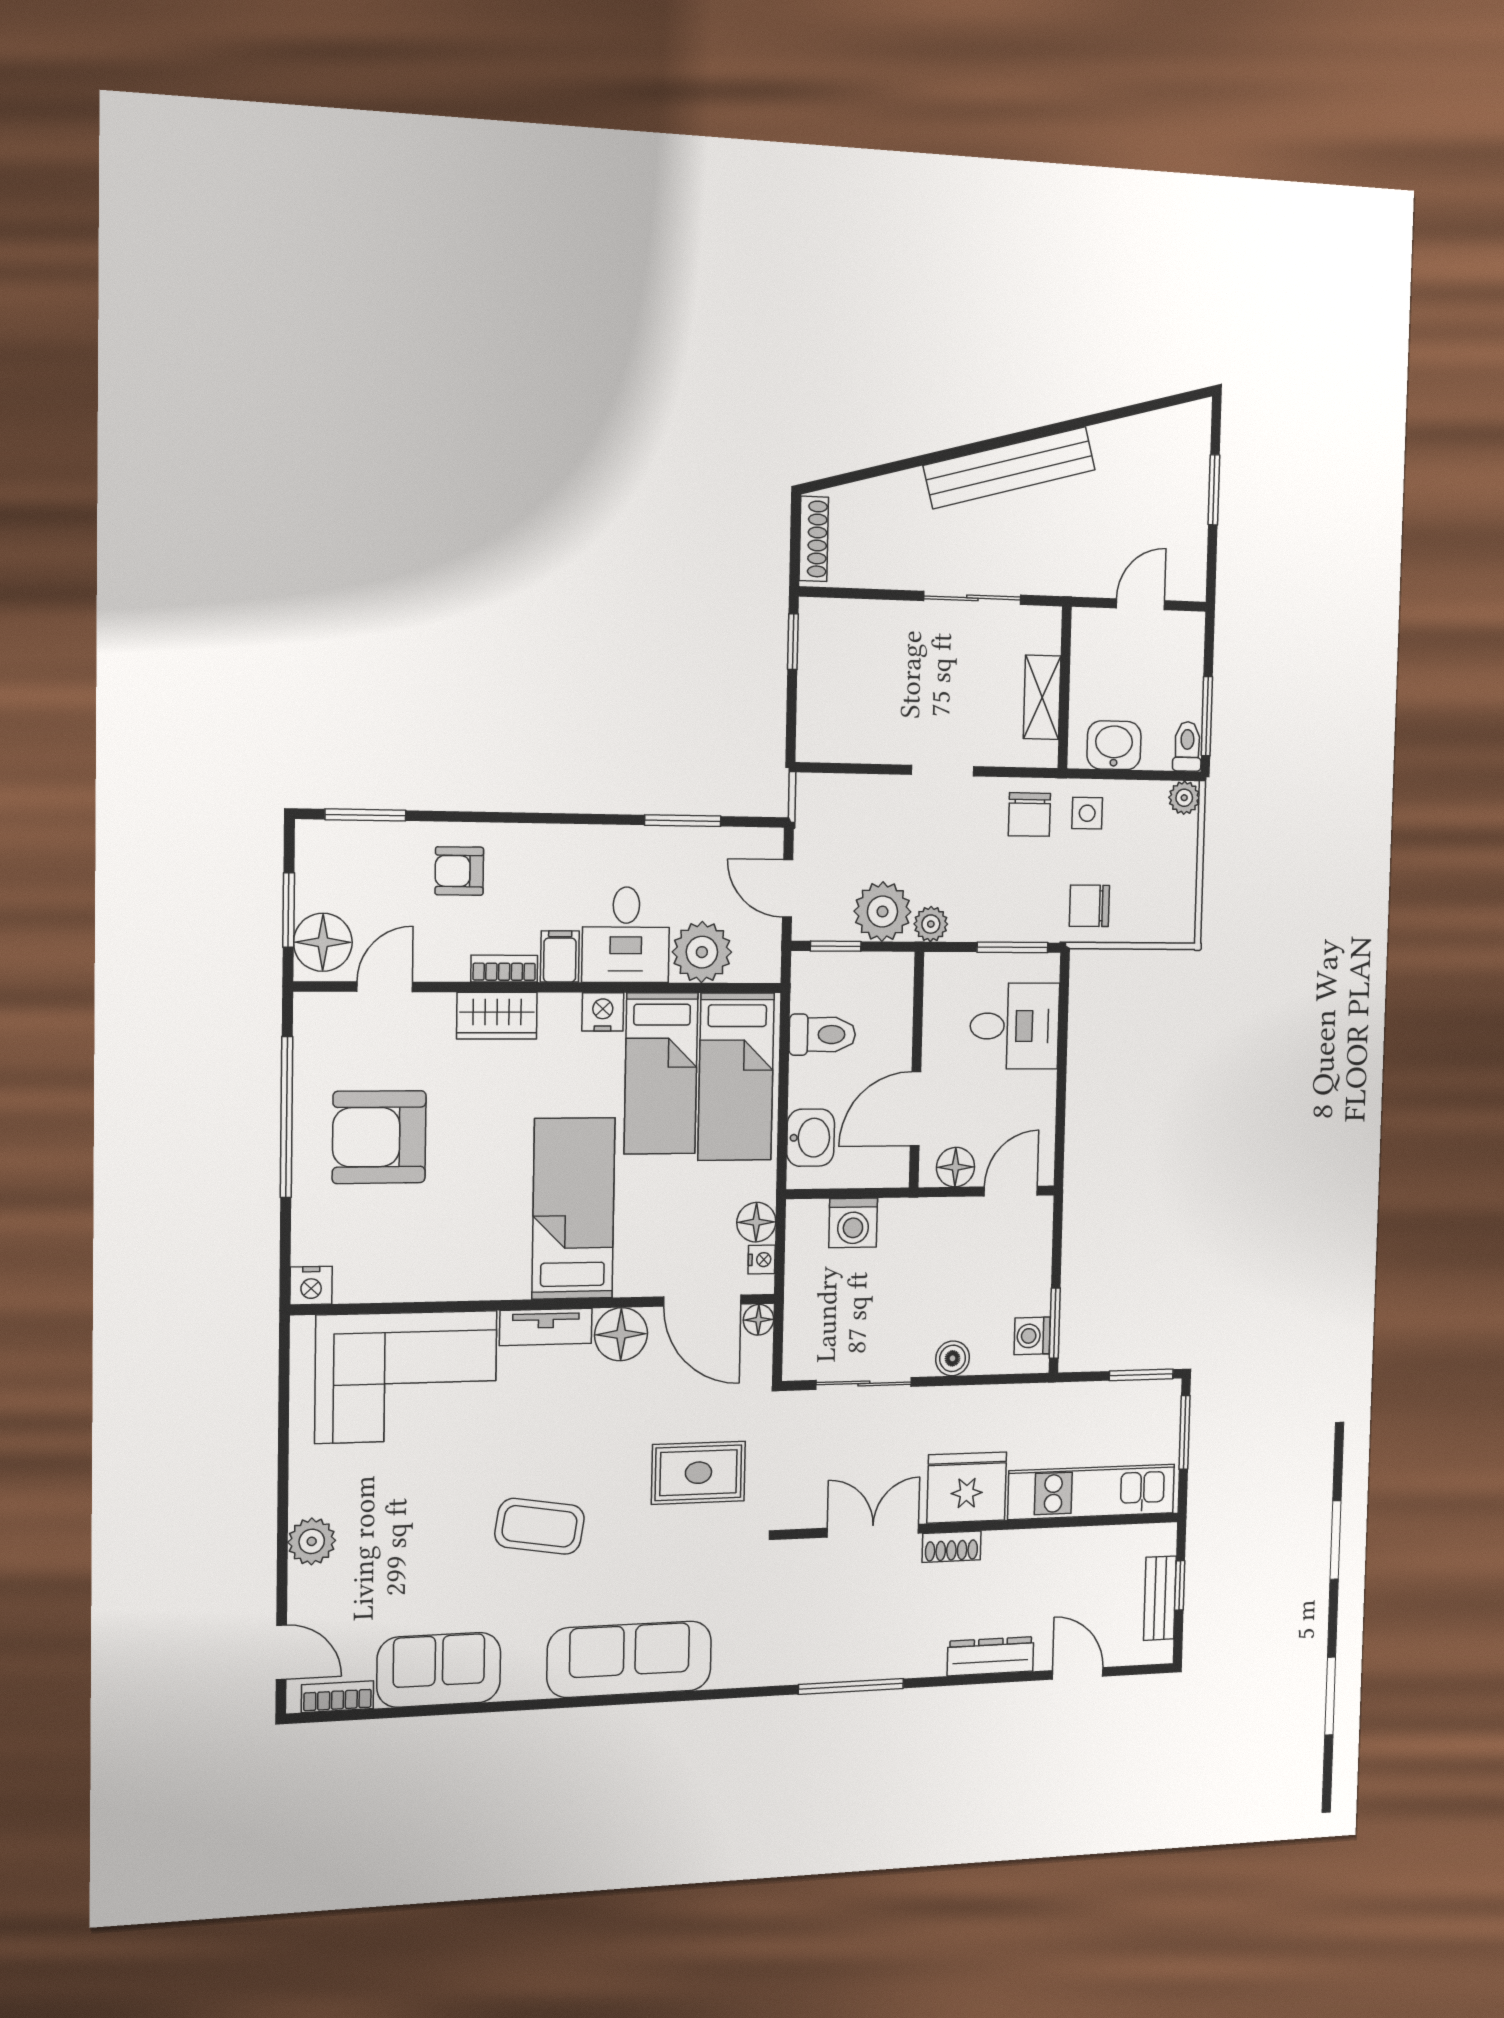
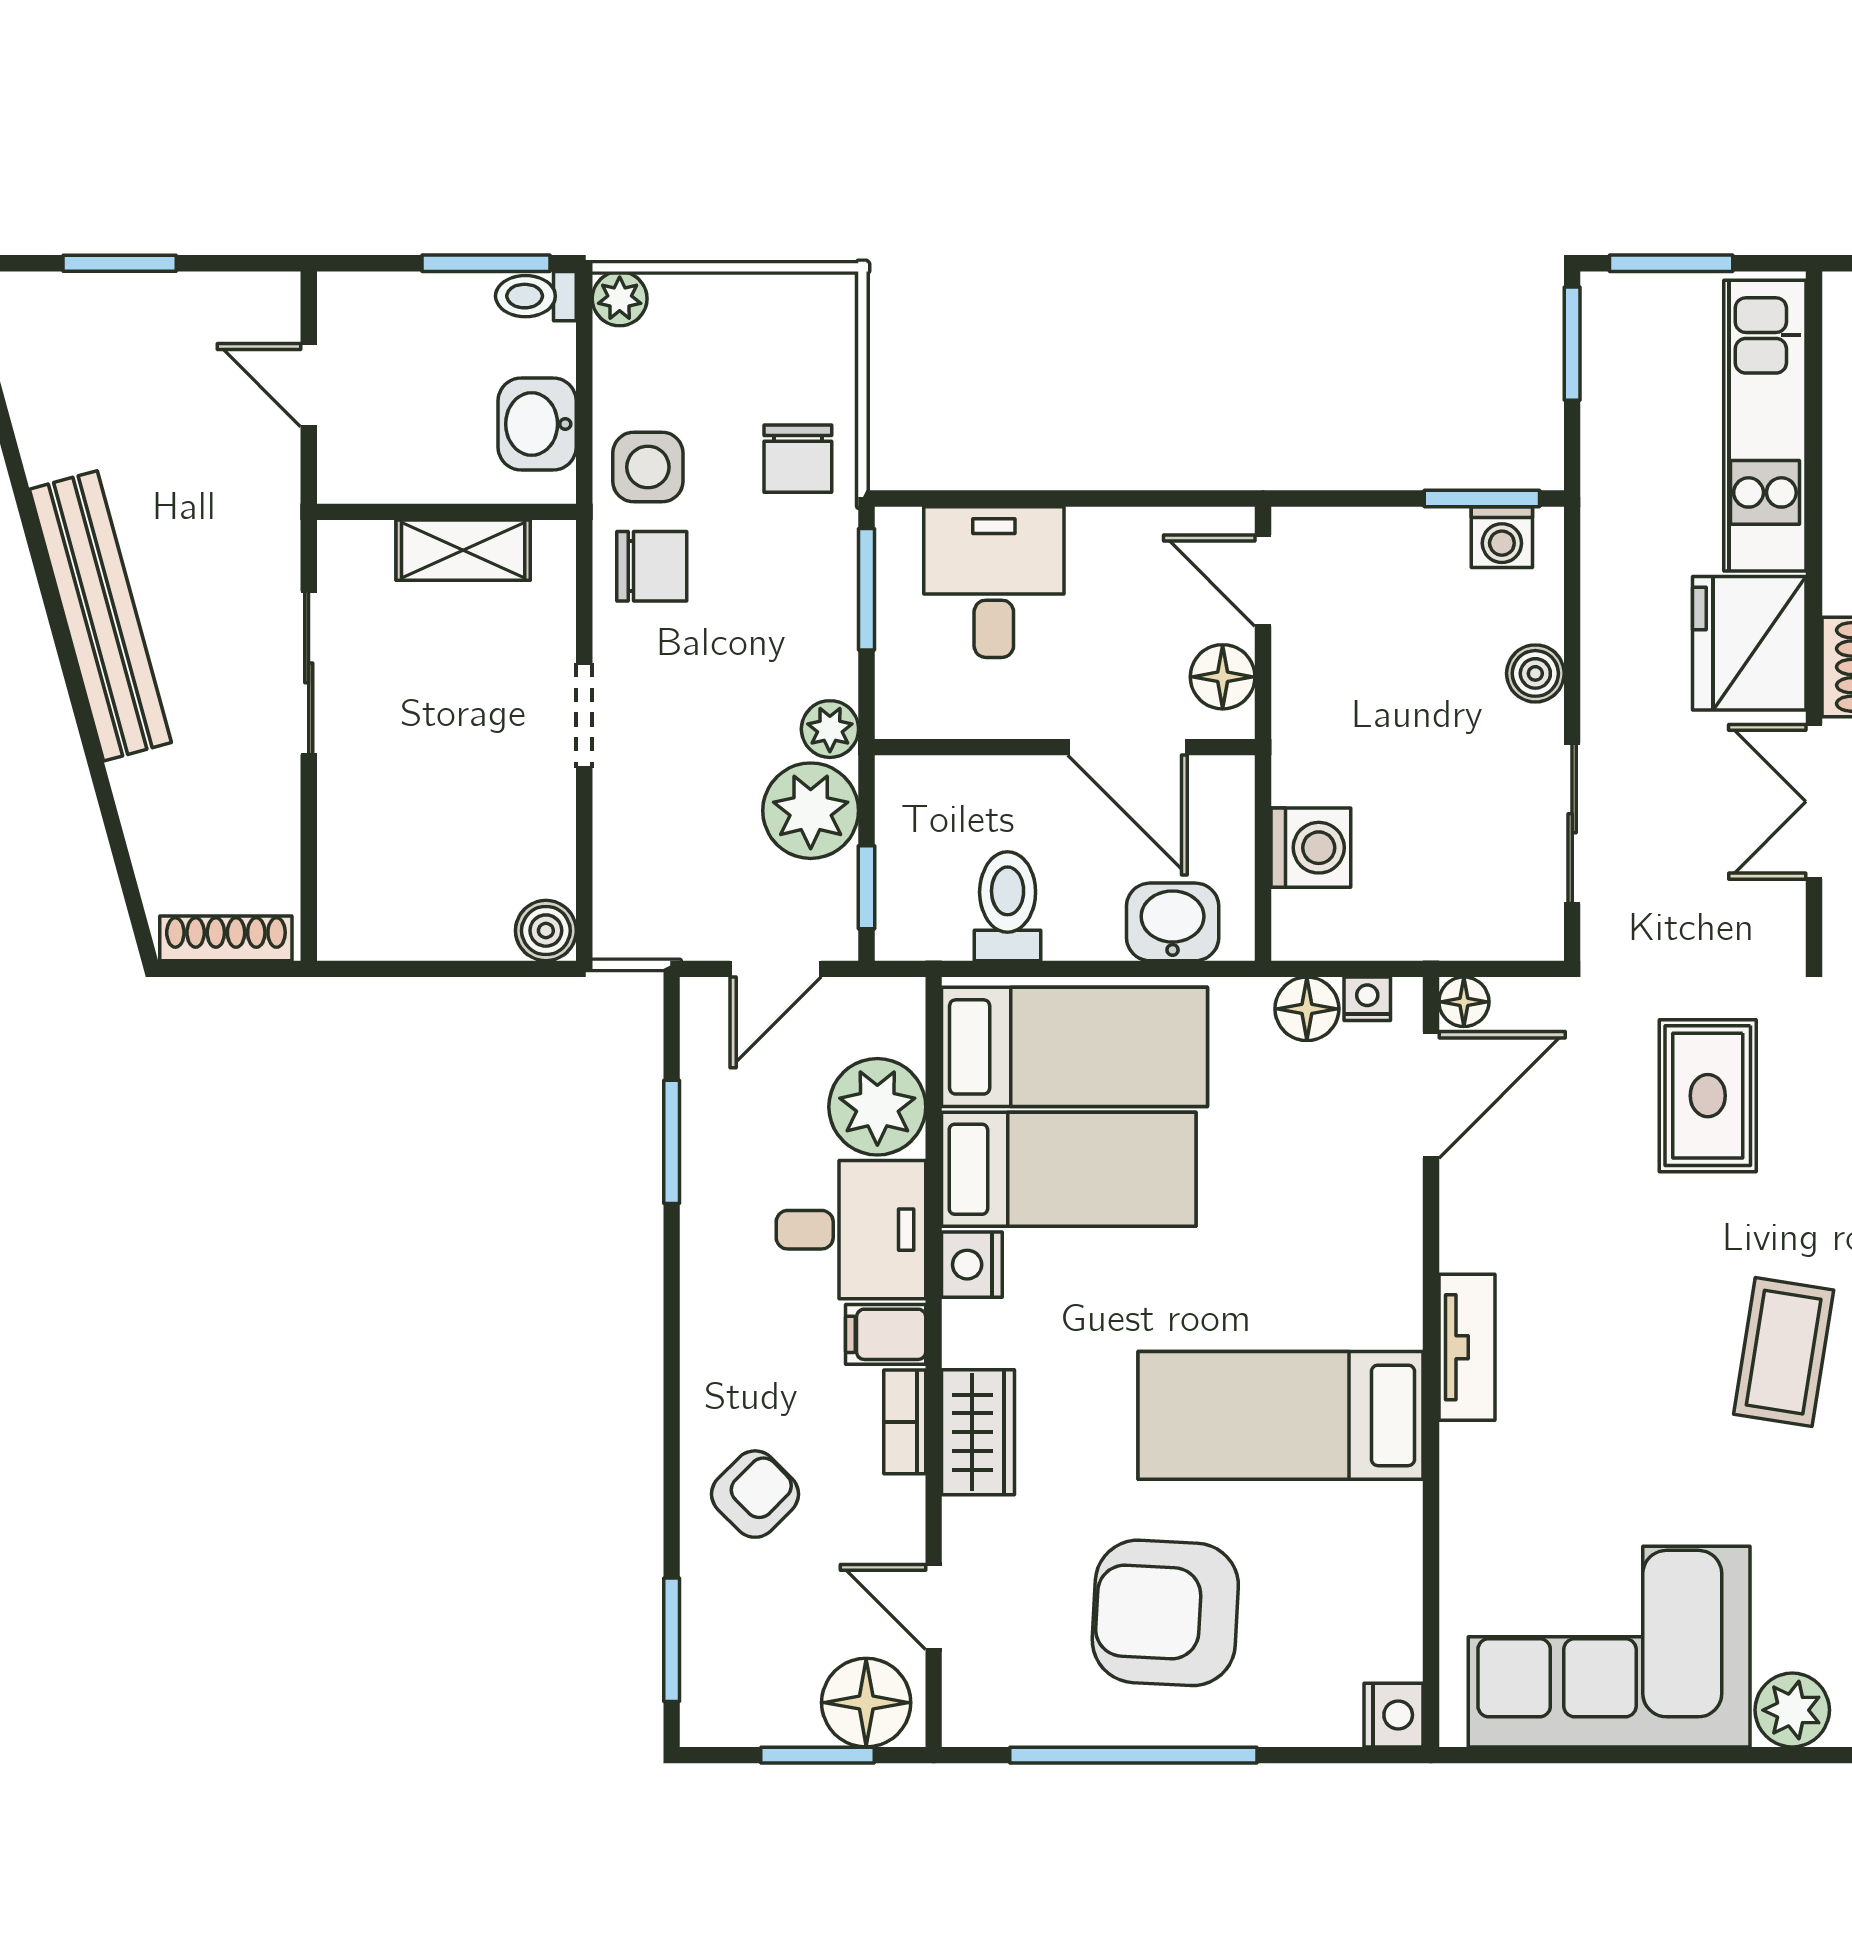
window: (793, 642) -> (388, 969), removed
boiler: (814, 743) -> (546, 931), added
side table: (1087, 813) -> (648, 467), width x1.37, depth x1.37
armchair: (459, 871) -> (755, 1494), turned -135
armchair: (379, 1137) -> (1165, 1613), turned 93
bed: (573, 1208) -> (1281, 1415), moved
floor lamp: (621, 1334) -> (1482, 1226), removed
corner sofa: (406, 1377) -> (1609, 1647), moved, turned -90

